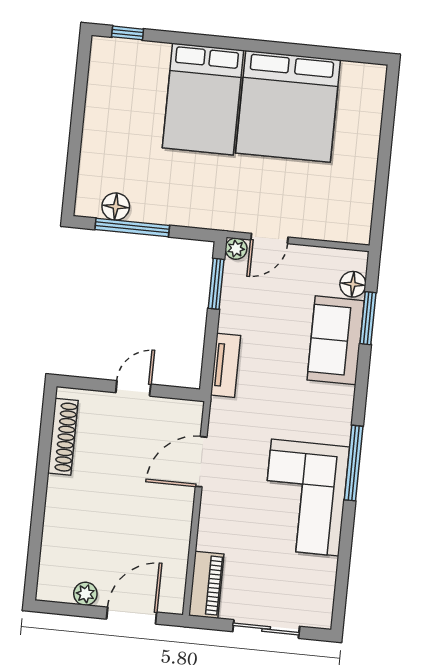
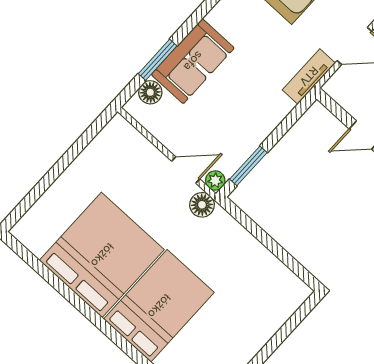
floor lamp: (116, 207) -> (202, 205), moved
window: (132, 227) -> (279, 251), removed
tv unit: (226, 365) -> (309, 76), moved

